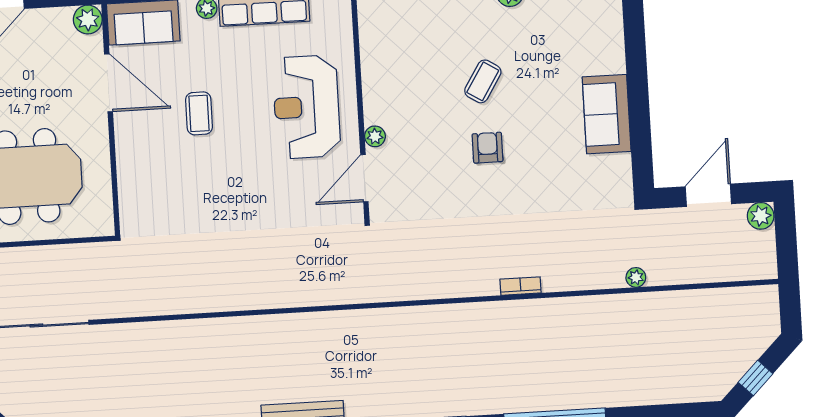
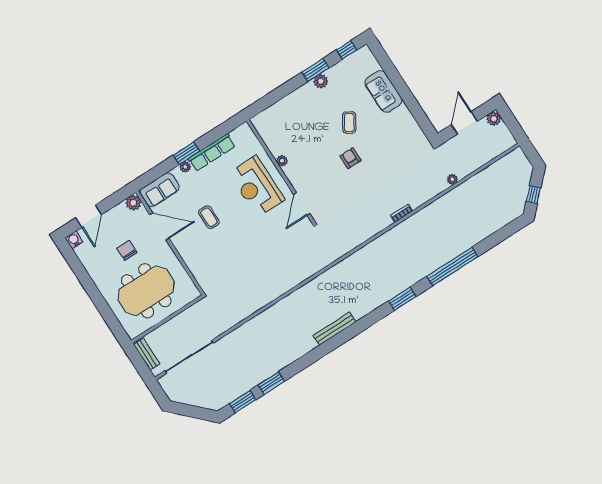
coffee table: (483, 81) -> (349, 123), moved
chair: (33, 92) -> (127, 250), added
sofa: (607, 114) -> (383, 91), moved
plant: (375, 136) -> (282, 161), moved

